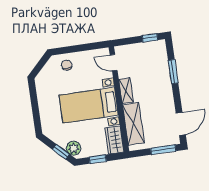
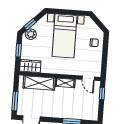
window: (150, 38) -> (102, 93), moved
door: (114, 63) -> (88, 78), swing flipped
bed with nightstands: (89, 105) -> (65, 36), moved, turned 180

